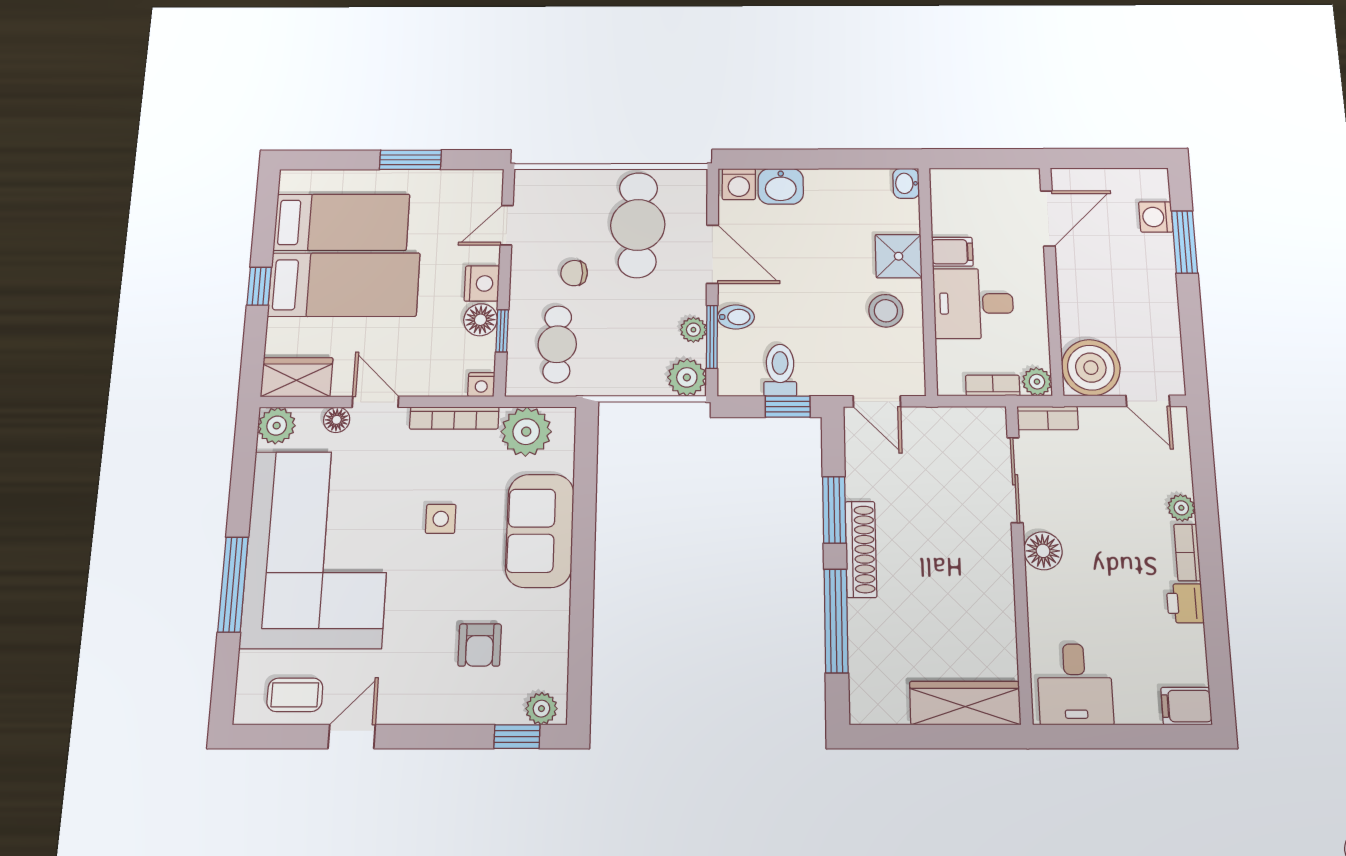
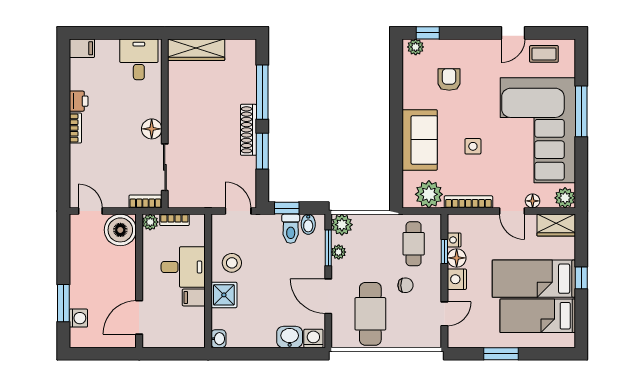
bidet: (736, 317) -> (308, 224), moved, turned -90
nightstand: (481, 385) -> (454, 240), moved, turned -90
plant: (1181, 508) -> (77, 152), removed

